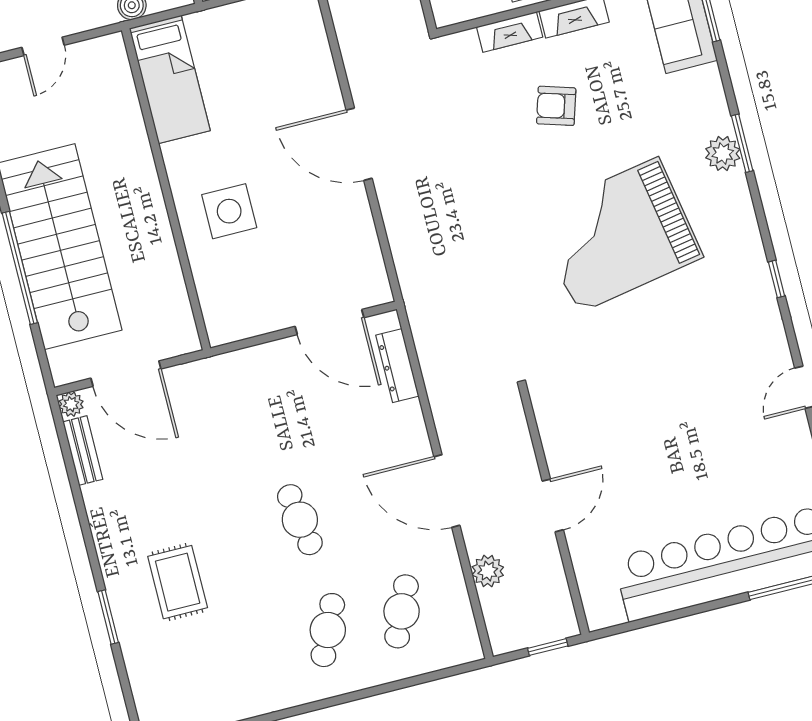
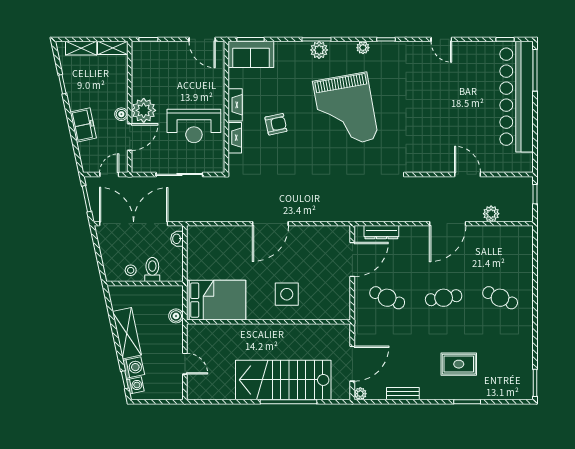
bed: (170, 79) -> (216, 300), width x1.50
armchair: (556, 106) -> (276, 124), turned -119
plant: (749, 238) -> (363, 48), added
bench: (83, 451) -> (403, 394), moved
cafe table: (402, 611) -> (387, 298), moved

